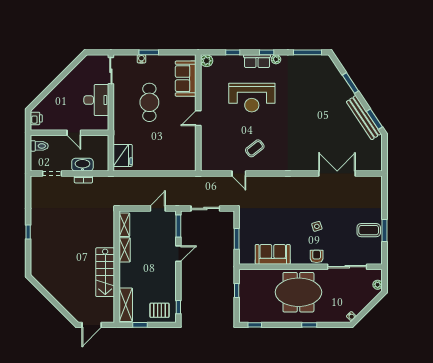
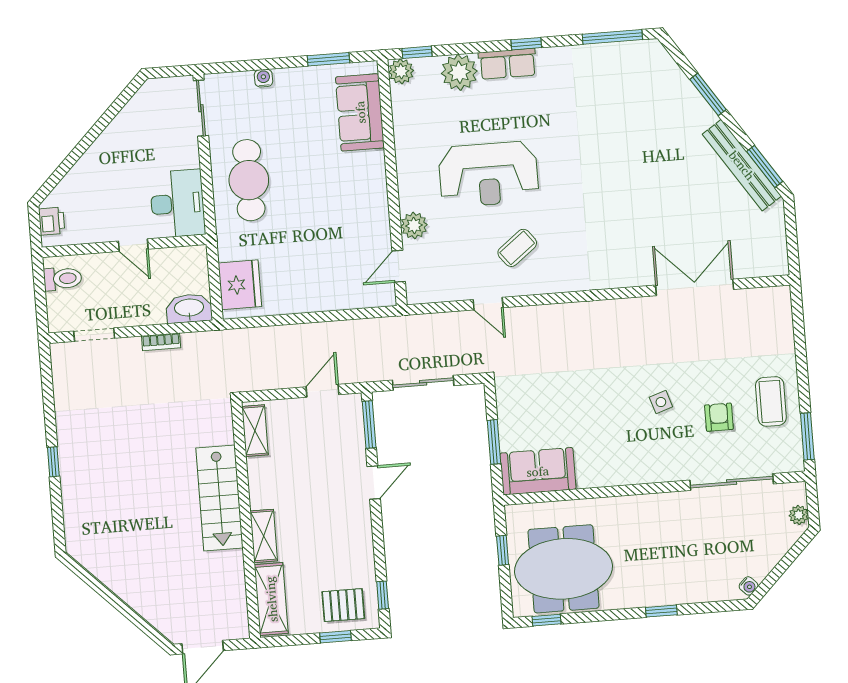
window: (149, 52) -> (328, 59), moved
window: (233, 52) -> (417, 52), moved
plant: (276, 59) -> (459, 72), moved, width x1.88, depth x1.88
reception desk: (252, 98) -> (489, 174), moved
desk: (96, 100) -> (177, 204), moved
cafe table: (149, 102) -> (249, 180), moved
door: (198, 118) -> (399, 266), moved
plant: (207, 134) -> (414, 225), added
washbasin: (82, 165) -> (189, 308), moved
coffee table: (369, 230) -> (771, 401), turned 90
window: (385, 231) -> (807, 436), moved
shelving: (125, 250) -> (264, 536), moved
sofa: (273, 254) -> (538, 471), moved
armchair: (317, 256) -> (719, 417), moved
stairs: (105, 272) -> (219, 498), moved
meeting table: (298, 292) -> (563, 569), moved
window: (140, 325) -> (336, 637), moved

